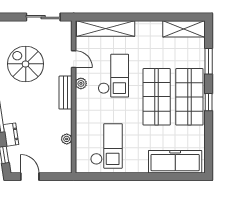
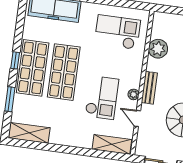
shelving: (106, 29) -> (112, 144), width x0.68
checkout: (113, 76) -> (102, 98), turned 180
plant: (67, 139) -> (158, 49), width x1.87, depth x1.87
checkout: (106, 146) -> (117, 32), turned 90

